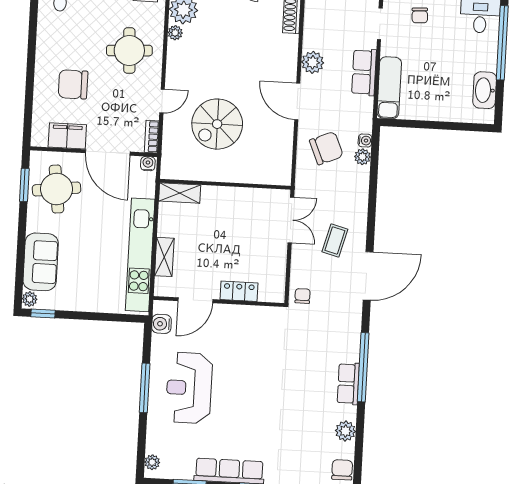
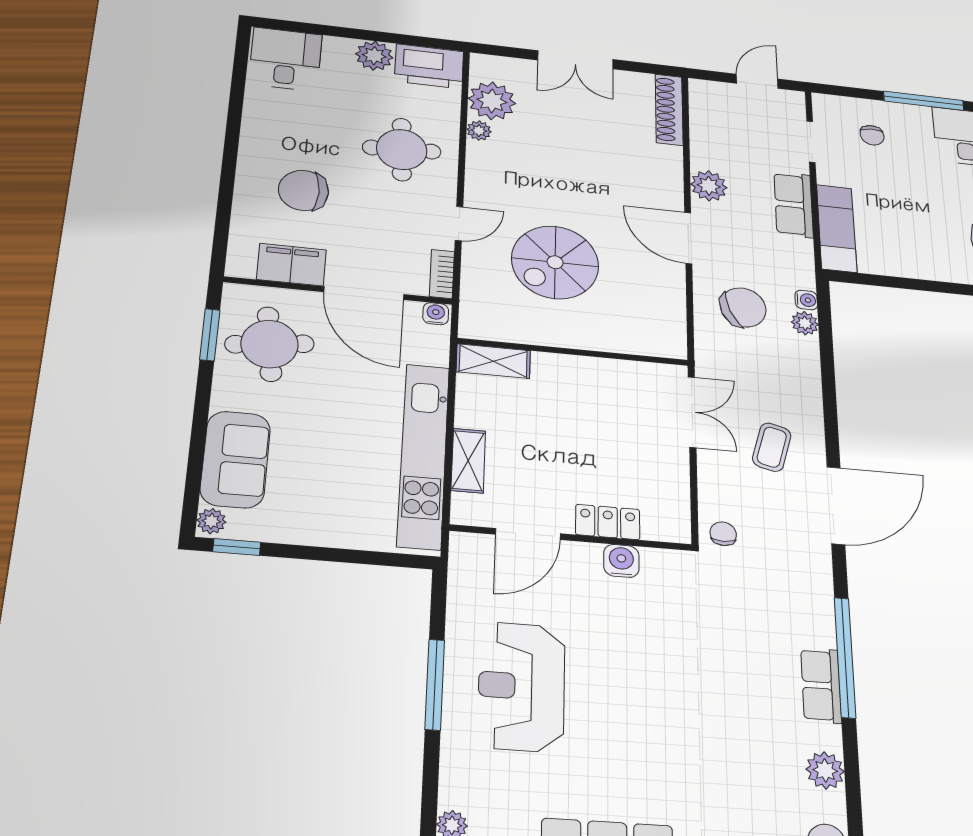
water cooler: (162, 324) -> (621, 561), moved, turned 90

